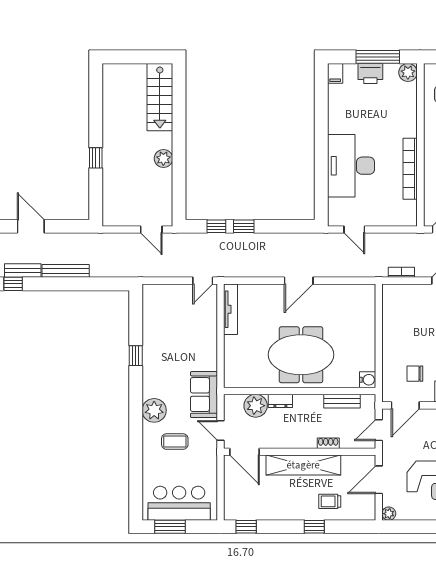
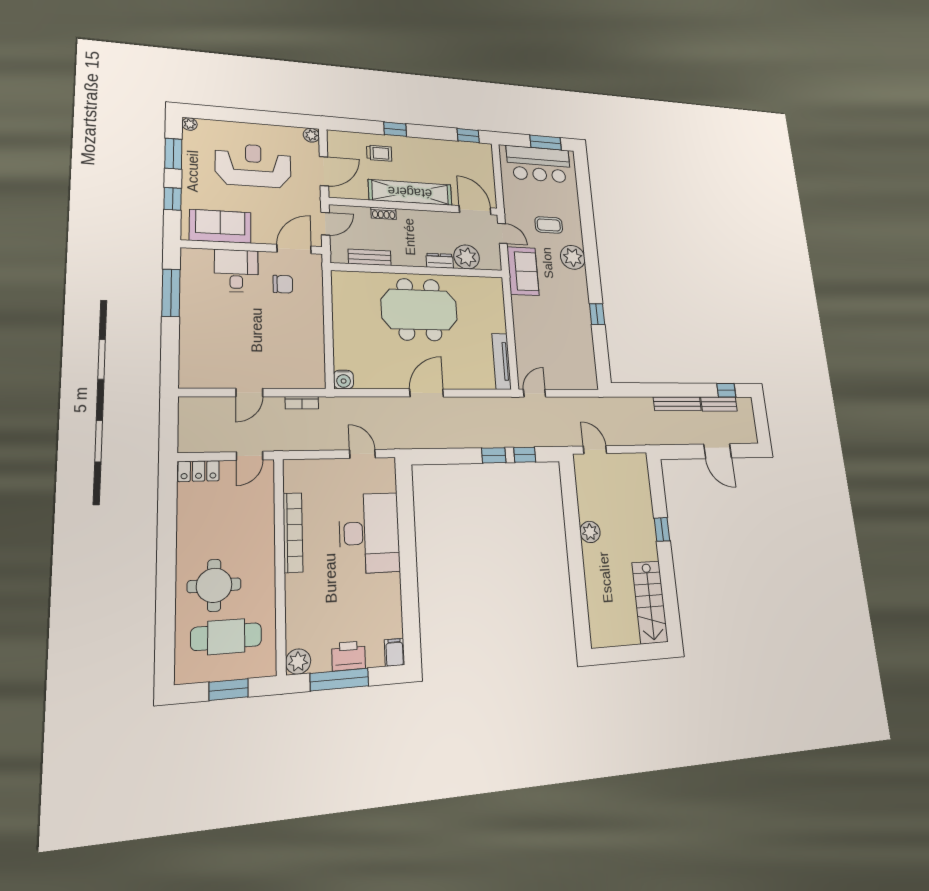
stairs: (160, 97) -> (650, 602), moved, turned 180
water cooler: (368, 380) -> (344, 380), moved, turned -90

